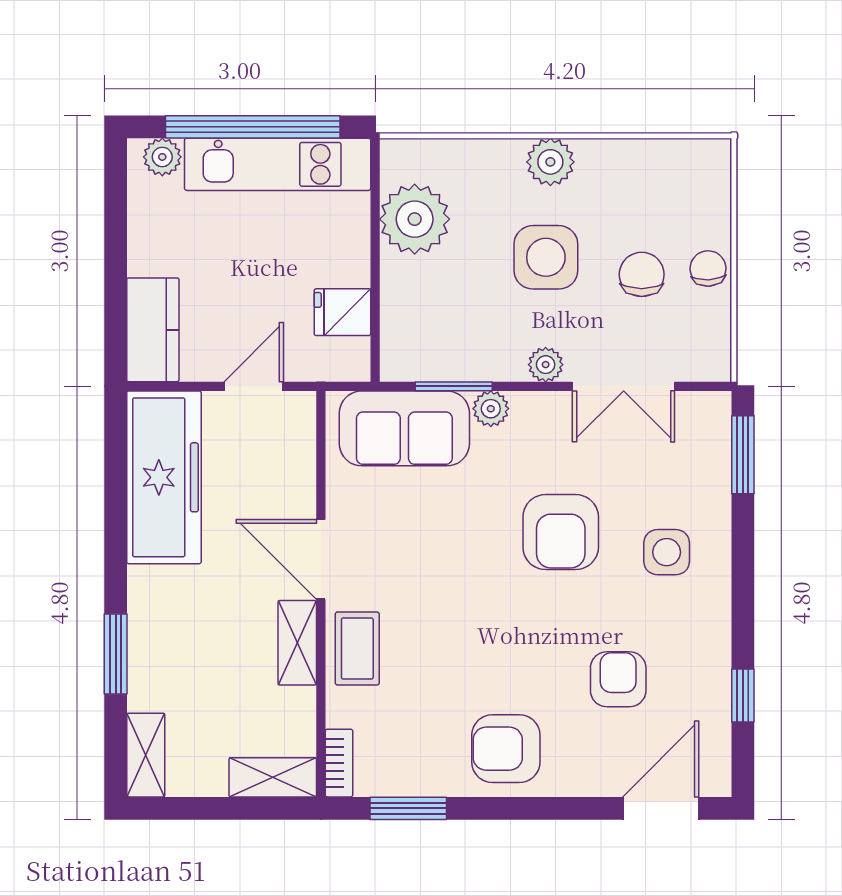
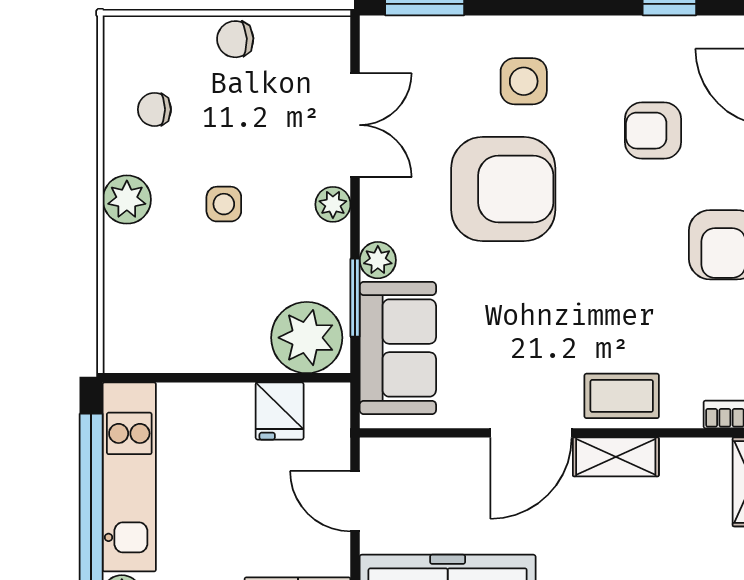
plant: (415, 219) -> (307, 338), moved
side table: (546, 257) -> (224, 204), width x0.54, depth x0.54
chair: (642, 274) -> (154, 109), moved, width x0.73, depth x0.73
armchair: (561, 532) -> (503, 189), width x1.36, depth x1.36

